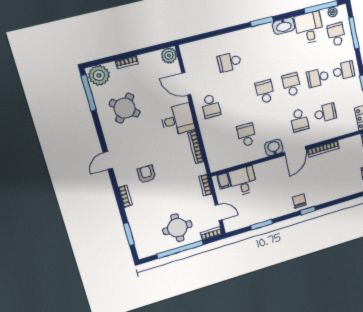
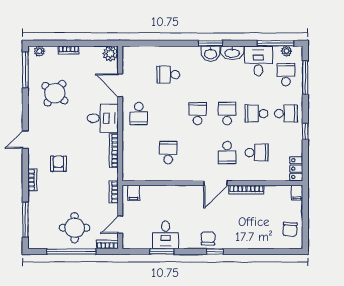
plant: (99, 75) -> (39, 51), width x0.53, depth x0.53
washbasin: (274, 148) -> (211, 54), moved, turned 180
desk: (243, 181) -> (166, 235), moved, turned 180
door: (219, 212) -> (120, 225), swing flipped
window: (129, 234) -> (25, 220), width x1.44

